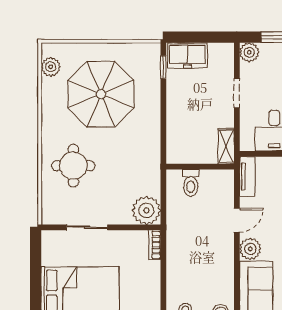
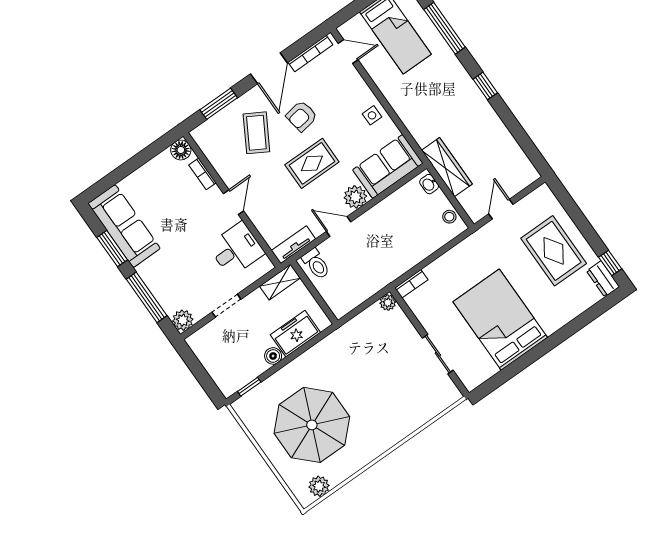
freezer: (187, 55) -> (295, 334), moved, turned -90
boiler: (174, 102) -> (273, 356), added
round table: (73, 166) -> (392, 405), removed
toilet: (191, 183) -> (316, 264), moved, turned 90
plant: (146, 210) -> (388, 303), width x0.53, depth x0.53

